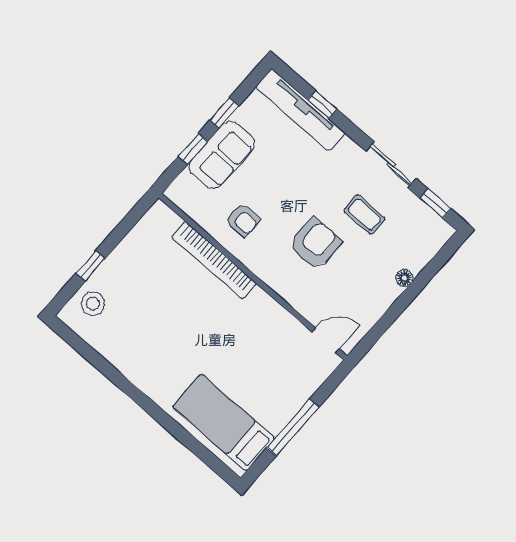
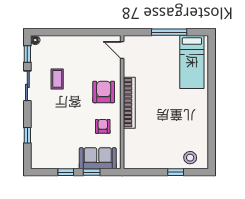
tv unit: (300, 110) -> (37, 142), removed
sofa: (222, 155) -> (98, 158), moved
armchair: (315, 244) -> (104, 92), moved, turned 90
bookcase: (214, 260) -> (129, 103), moved
floor lamp: (404, 278) -> (35, 40), moved

